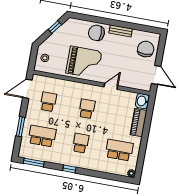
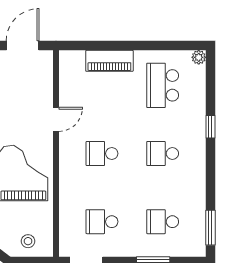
door: (111, 86) -> (56, 119), swing flipped
washbasin: (142, 101) -> (72, 61), removed
school desk: (42, 136) -> (163, 222), width x0.54
window: (69, 169) -> (210, 127), moved

